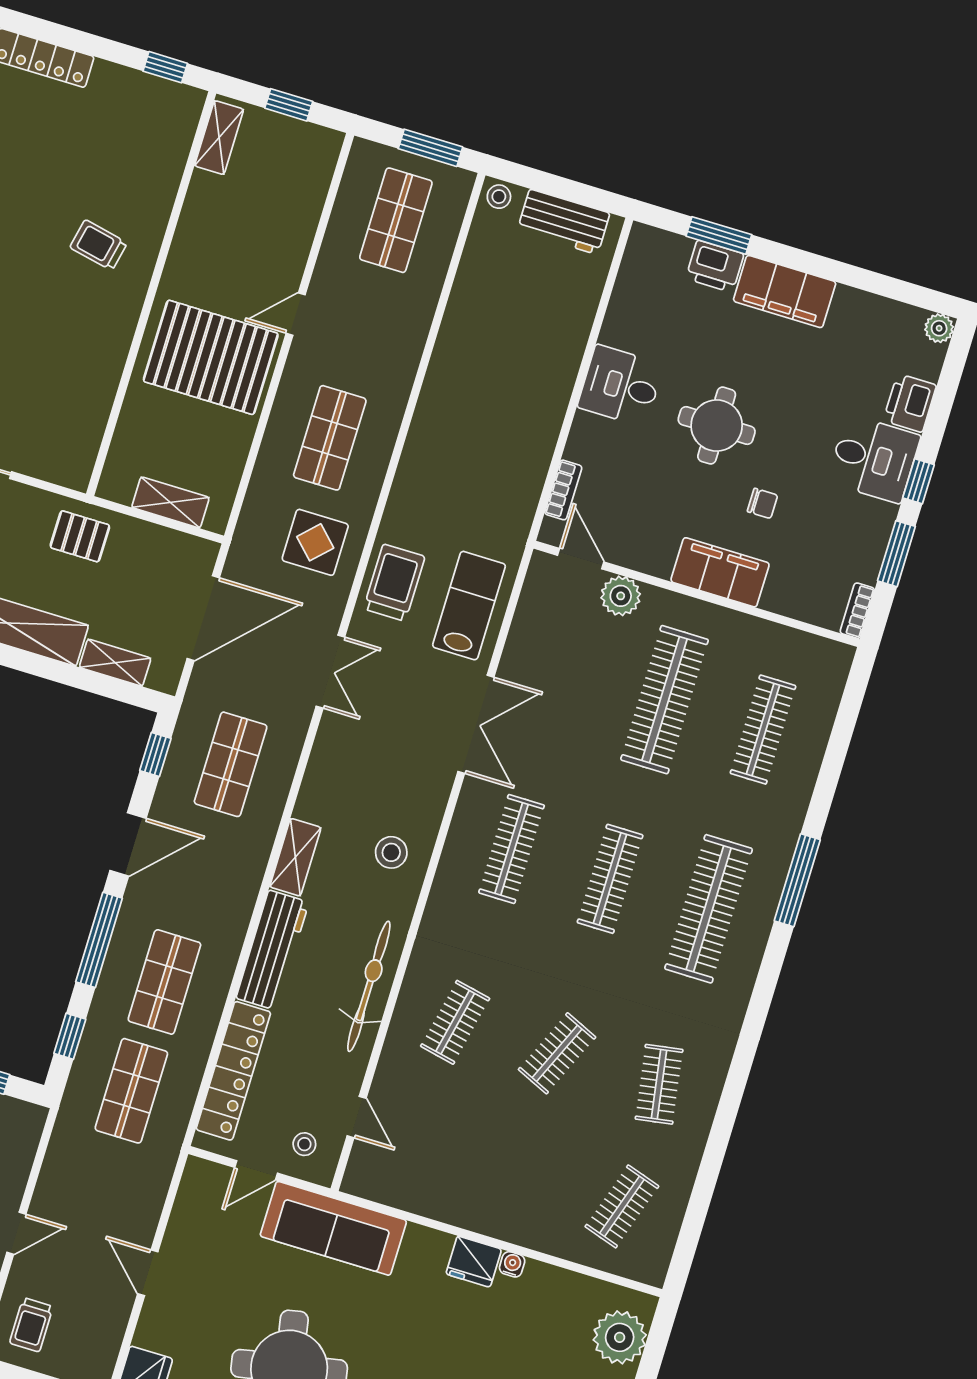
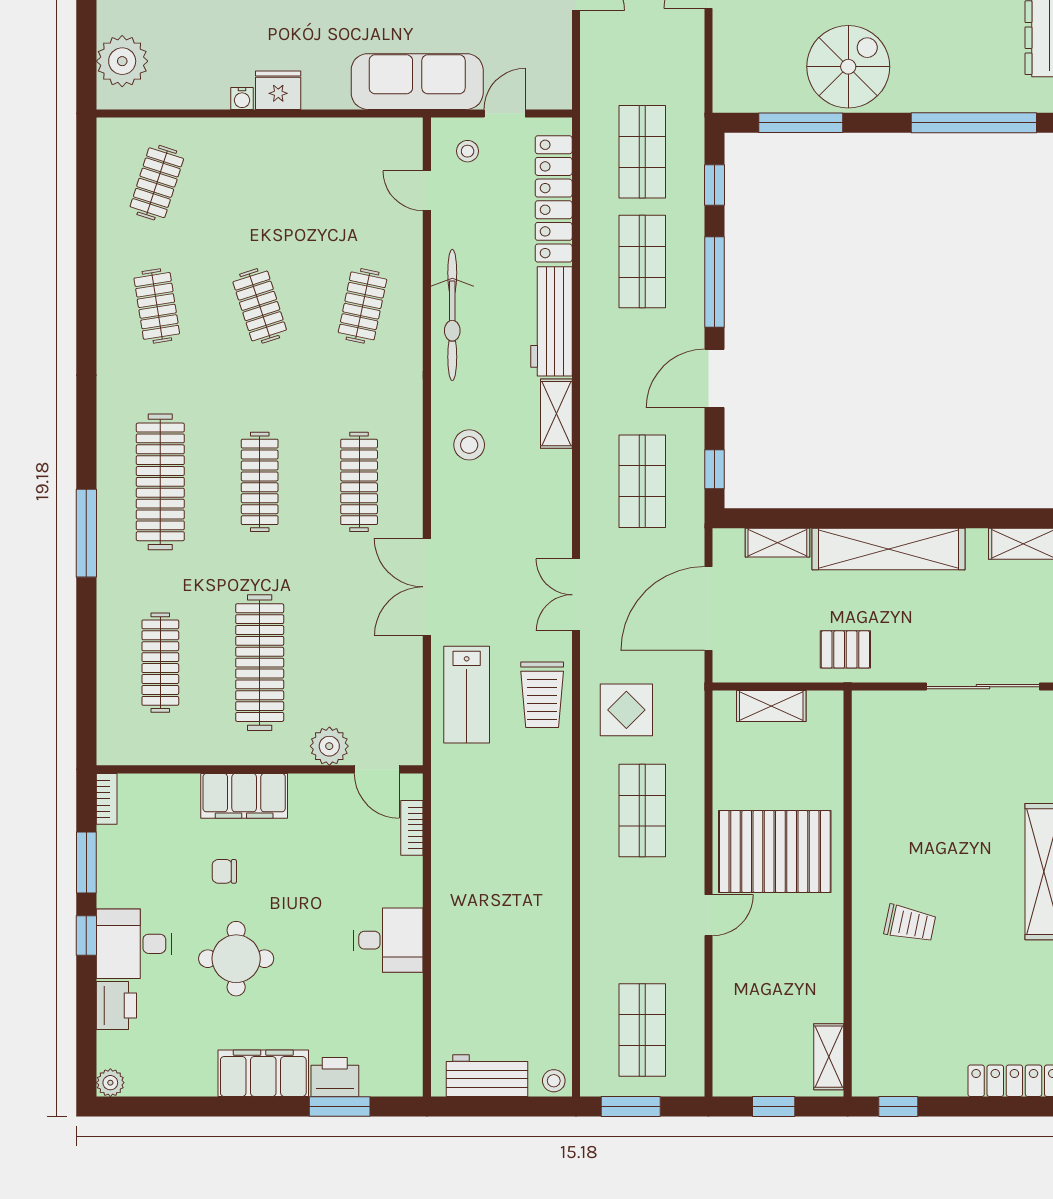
round table: (717, 426) -> (236, 959), moved
clothes rail: (557, 1053) -> (260, 306), turned -42

